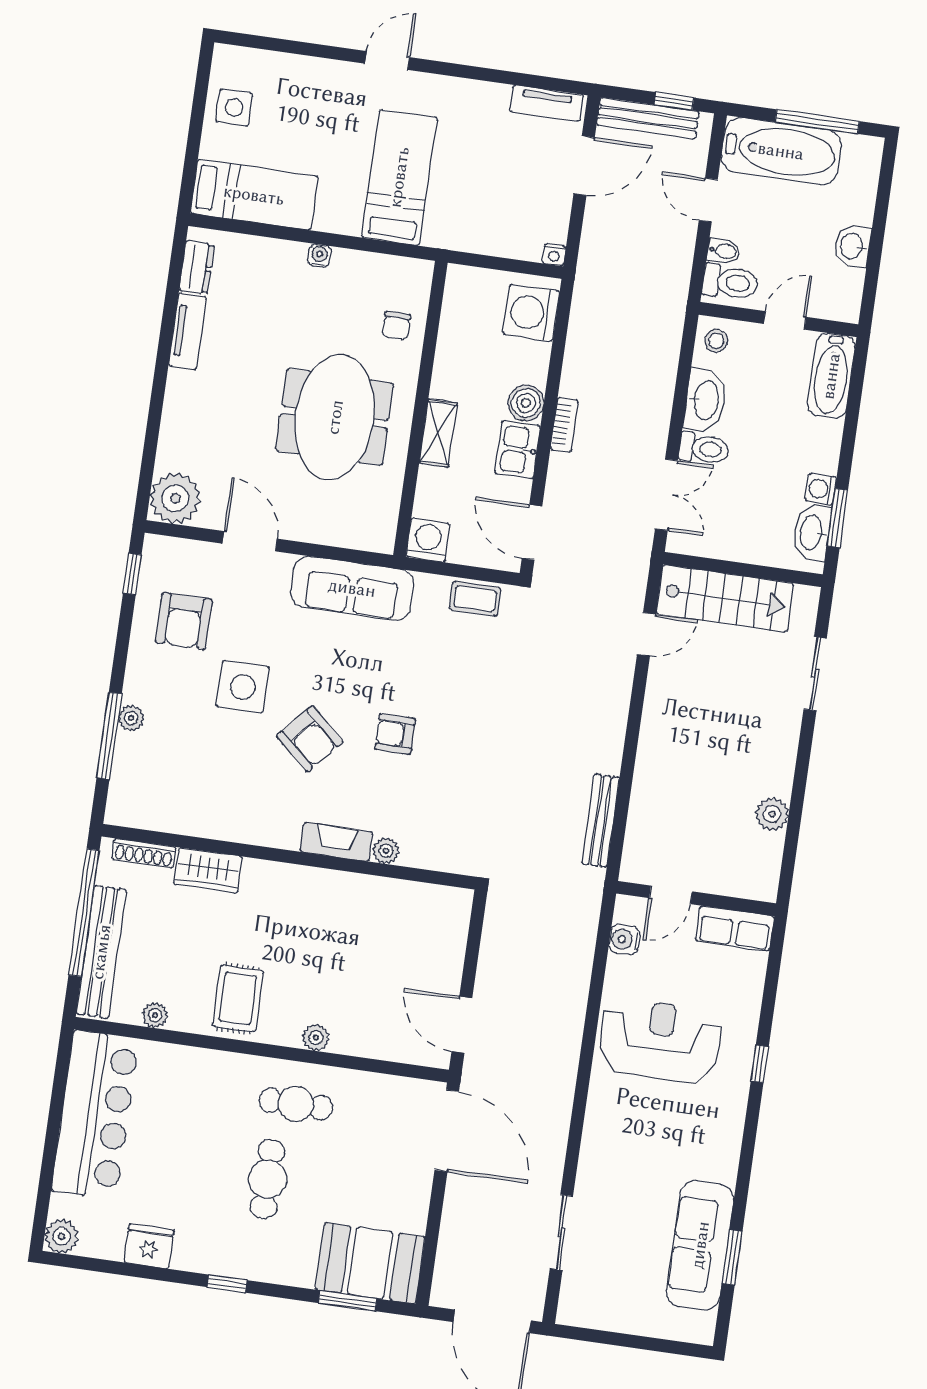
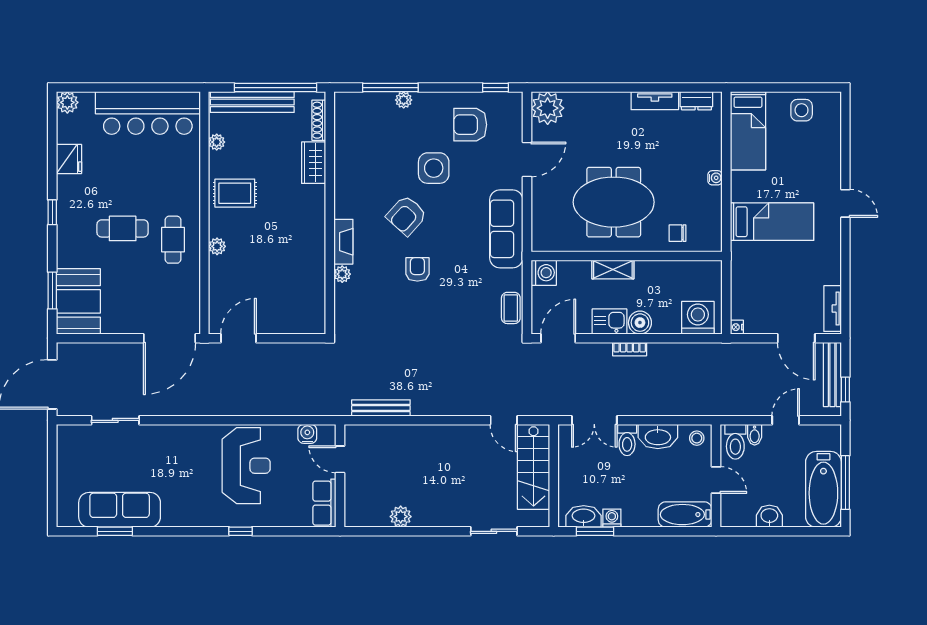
bathtub: (781, 151) -> (823, 489), moved

